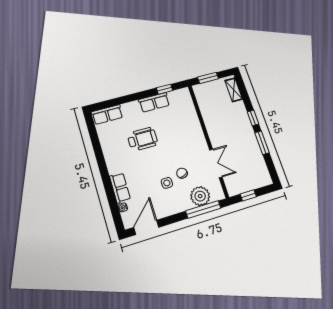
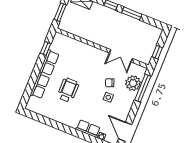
row of seats: (107, 115) -> (40, 86), moved
double door: (216, 163) -> (121, 56), swing flipped

